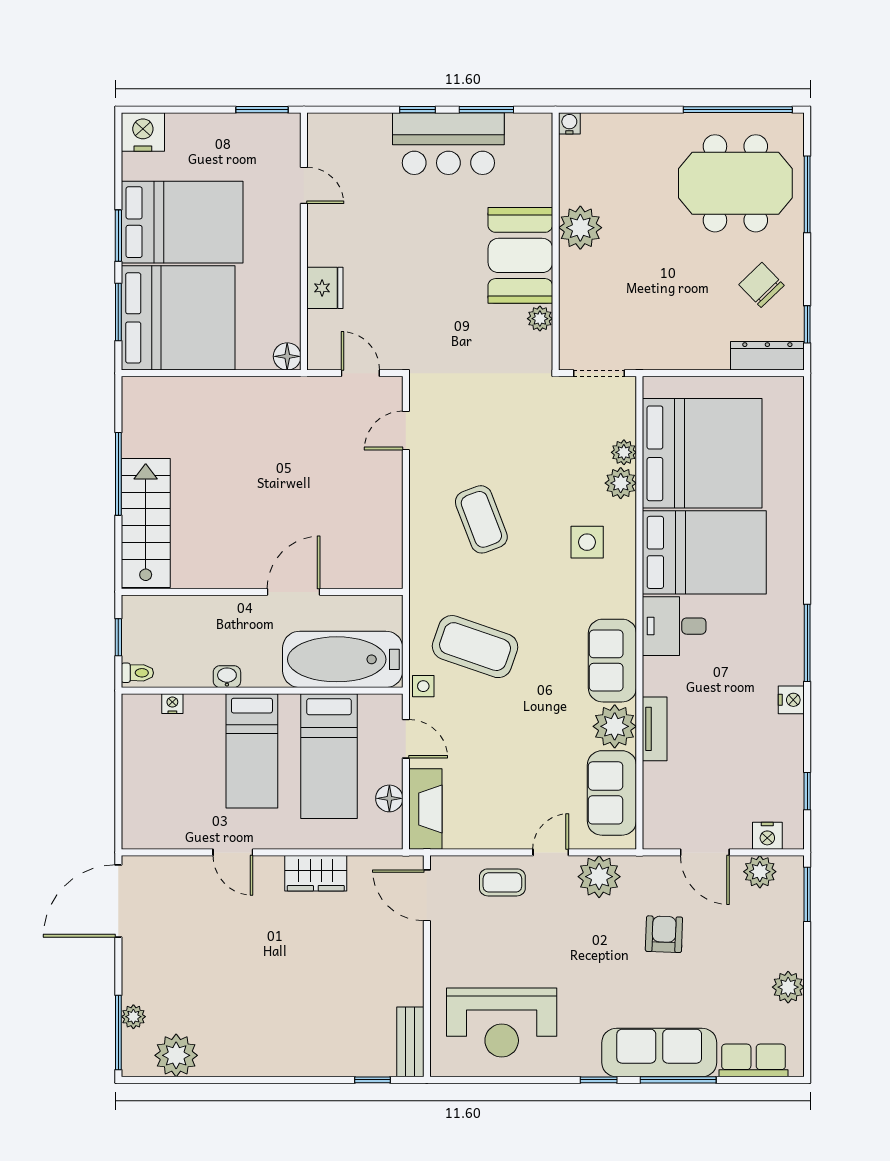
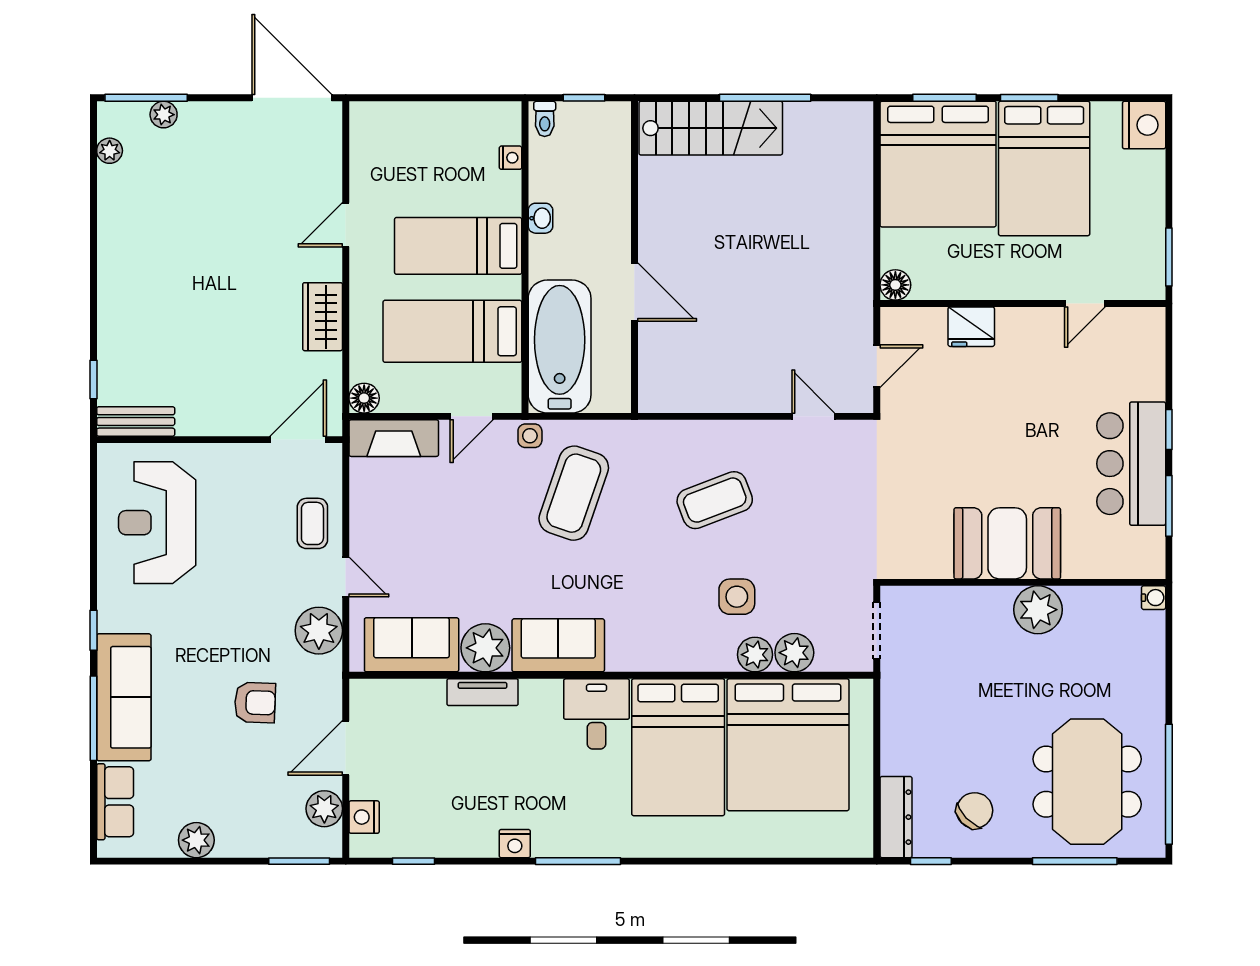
plant: (540, 319) -> (937, 565), removed
plant: (624, 452) -> (794, 653), width x1.38, depth x1.38
side table: (587, 542) -> (737, 597), moved
floor lamp: (389, 798) -> (364, 398), moved
plant: (176, 1055) -> (110, 151), width x0.53, depth x0.53

